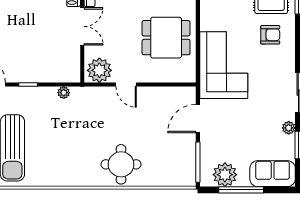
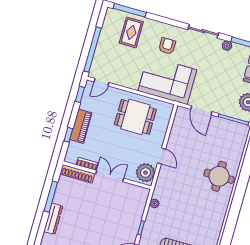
armchair: (270, 35) -> (167, 46), moved
dining table: (166, 38) -> (135, 117), turned 90
door: (126, 85) -> (161, 156), hinge flipped

